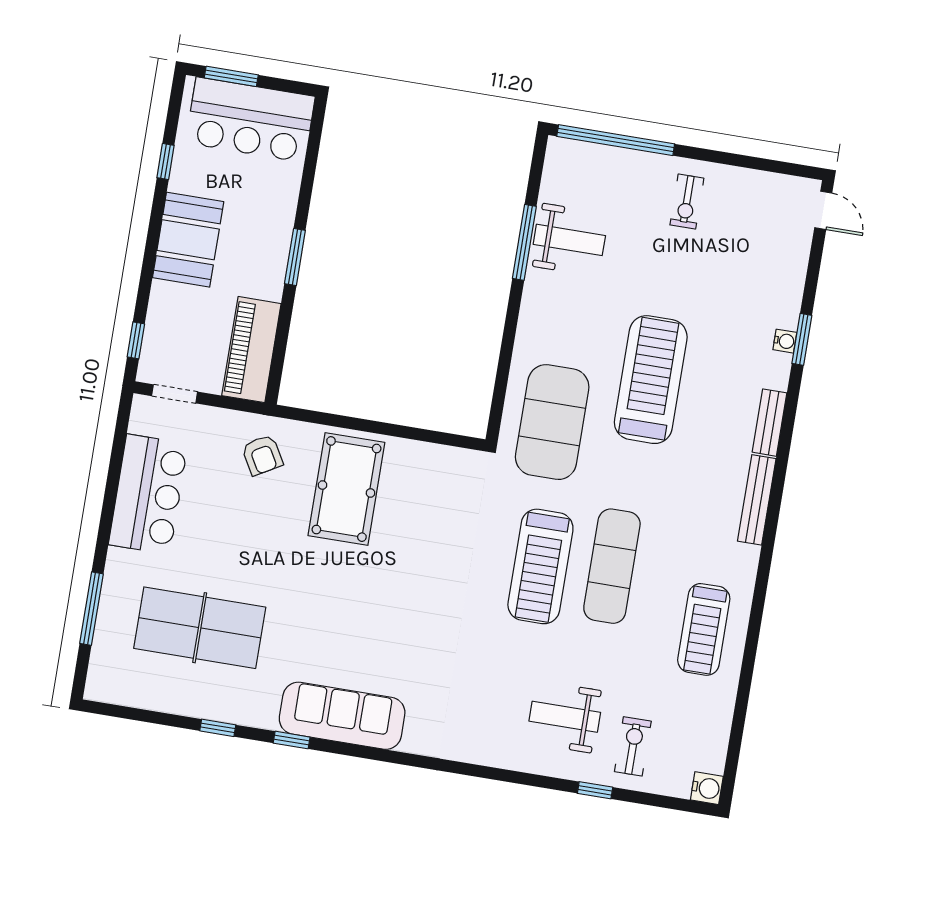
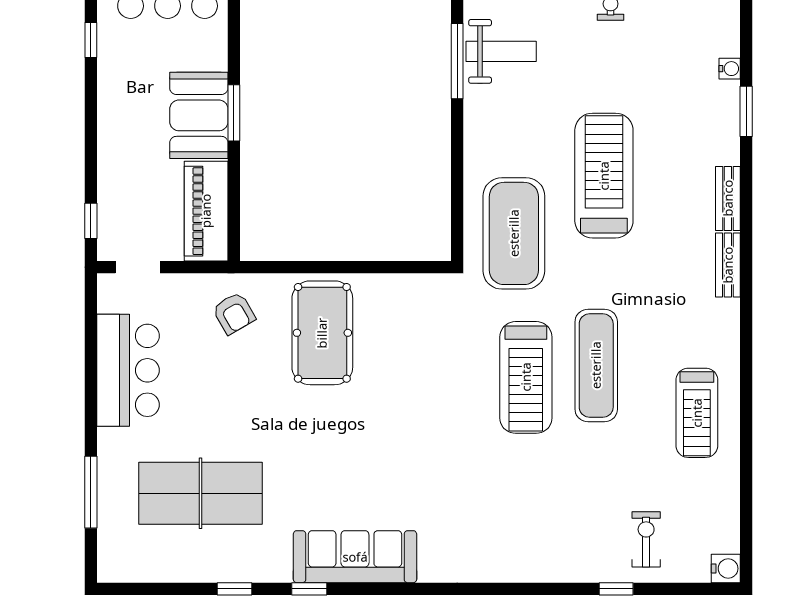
booth: (188, 240) -> (199, 115), moved
water cooler: (785, 341) -> (730, 69), moved
bench: (757, 500) -> (728, 265), width x0.73
weight bench: (565, 717) -> (574, 521), removed

